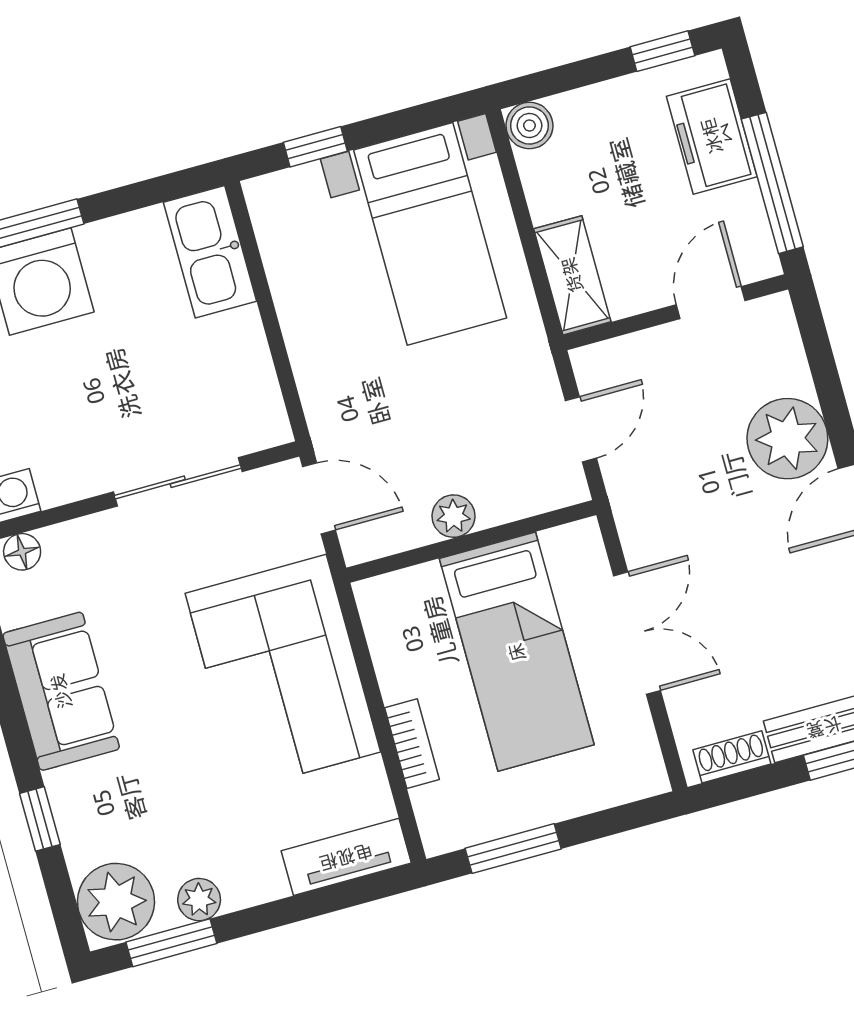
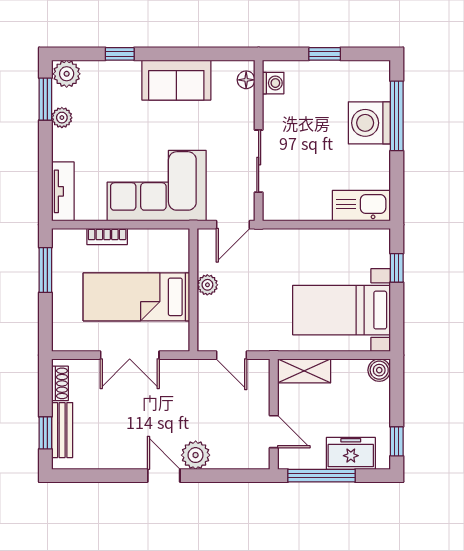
plant: (787, 439) -> (196, 455), width x0.73, depth x0.73
plant: (116, 902) -> (67, 74), width x0.73, depth x0.73

